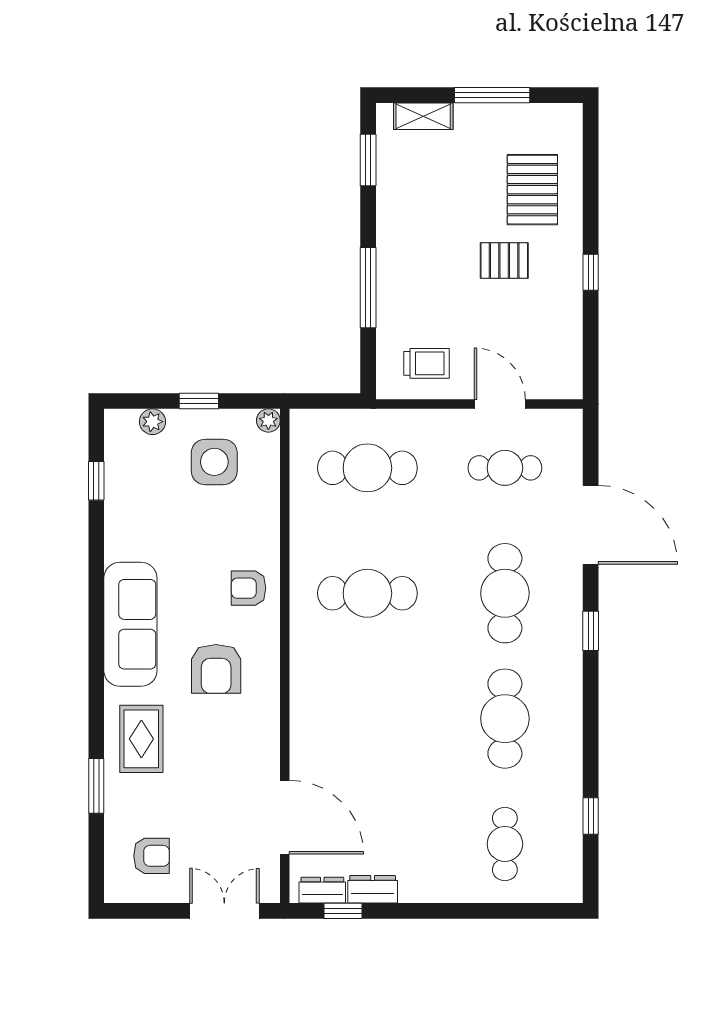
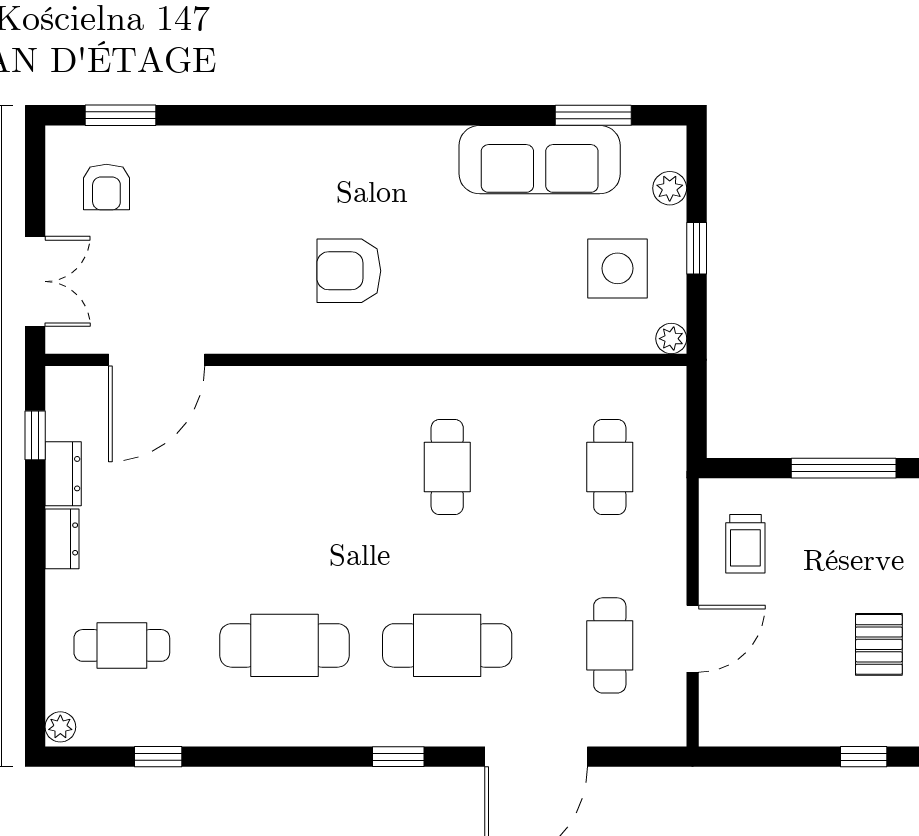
cafe table: (367, 468) -> (610, 467), width x0.73, depth x0.74
window: (96, 481) -> (593, 115), width x1.50
armchair: (249, 588) -> (454, 313), removed
cafe table: (367, 593) -> (447, 467), width x0.73, depth x0.74
sofa: (130, 624) -> (540, 160), moved
rug: (141, 739) -> (258, 174), removed
window: (96, 786) -> (121, 115), moved
dresser: (322, 890) -> (62, 539), moved
plant: (568, 891) -> (60, 727), added

